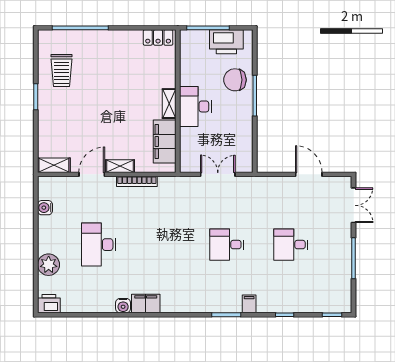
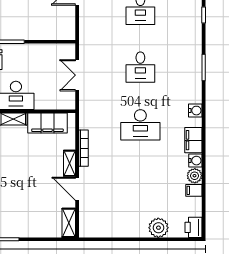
water cooler: (45, 208) -> (195, 111), moved, turned -90
desk: (99, 245) -> (140, 125), moved
filing cabinet: (249, 304) -> (194, 190), moved
plant: (106, 305) -> (195, 176), added

